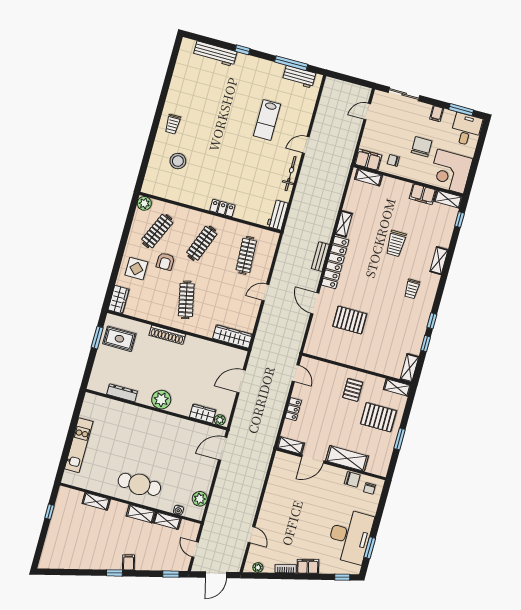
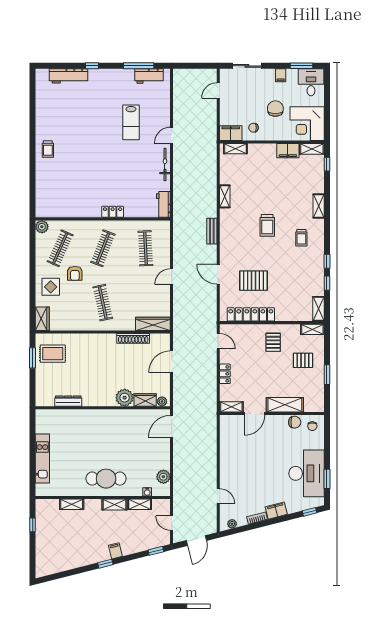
stool: (178, 161) -> (61, 181), removed
trolley: (396, 244) -> (267, 225), moved
locker: (335, 263) -> (251, 314), moved, turned -90
shoe rack: (167, 335) -> (133, 338), moved
plant: (161, 400) -> (125, 398), moved
pallet: (378, 417) -> (303, 360), width x0.67, depth x0.71

